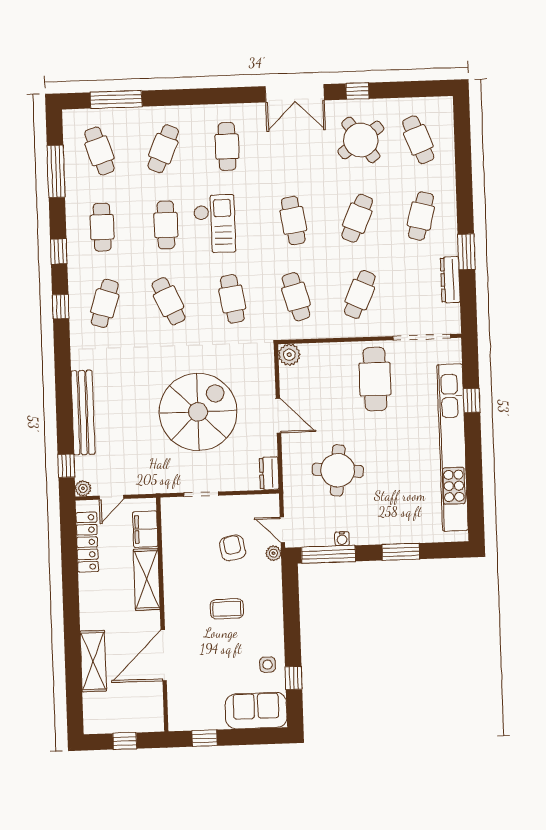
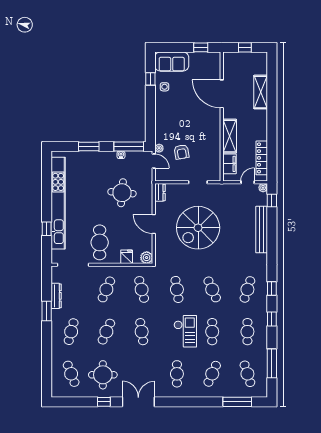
round table: (361, 140) -> (103, 375), turned 35
checkout: (215, 224) -> (185, 331), turned 180
fridge: (325, 355) -> (127, 257), added
coffee table: (227, 609) -> (186, 118), removed
door: (164, 655) -> (222, 94), swing flipped

